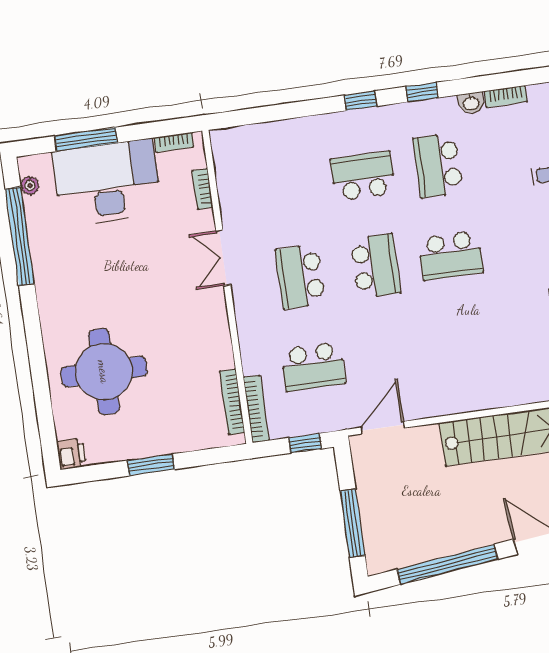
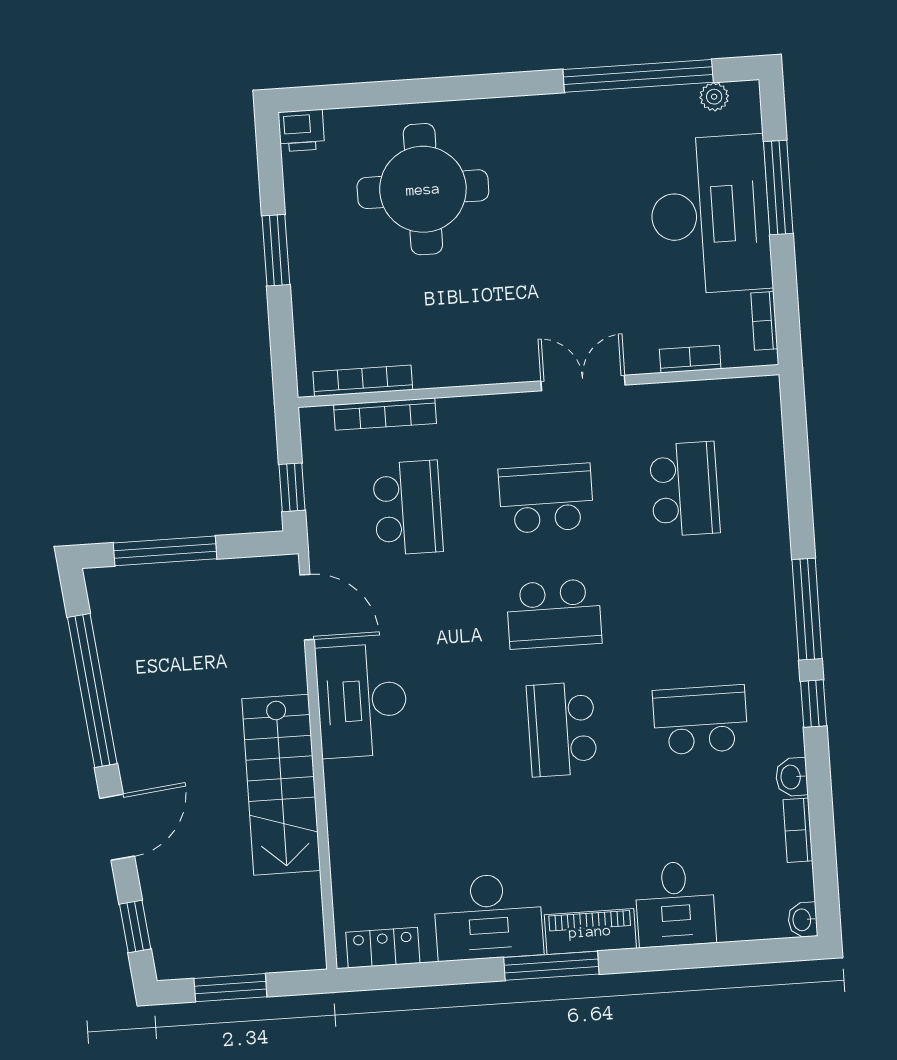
window: (361, 101) -> (807, 609), width x2.17
school desk: (363, 176) -> (685, 489), moved
school desk: (313, 367) -> (408, 508), turned 180
desk: (441, 387) -> (362, 701), added
bookcase: (256, 409) -> (385, 414), moved

